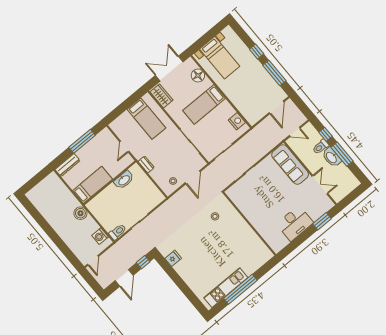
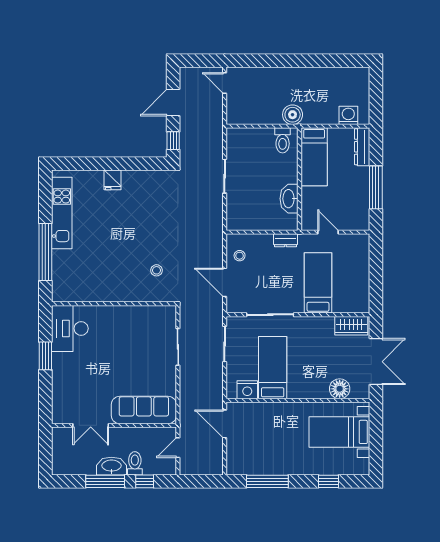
window: (257, 52) -> (328, 481), moved
bed: (204, 104) -> (273, 368), moved
door: (277, 107) -> (225, 424), moved
bed: (146, 119) -> (318, 283), moved, turned 90
window: (322, 221) -> (45, 356), moved
desk: (295, 223) -> (70, 328), moved
toilet: (118, 232) -> (283, 140), moved
washing machine: (100, 236) -> (348, 115), moved
fridge: (173, 258) -> (113, 180), moved
door: (124, 278) -> (173, 102), hinge flipped
window: (240, 289) -> (45, 252), moved

